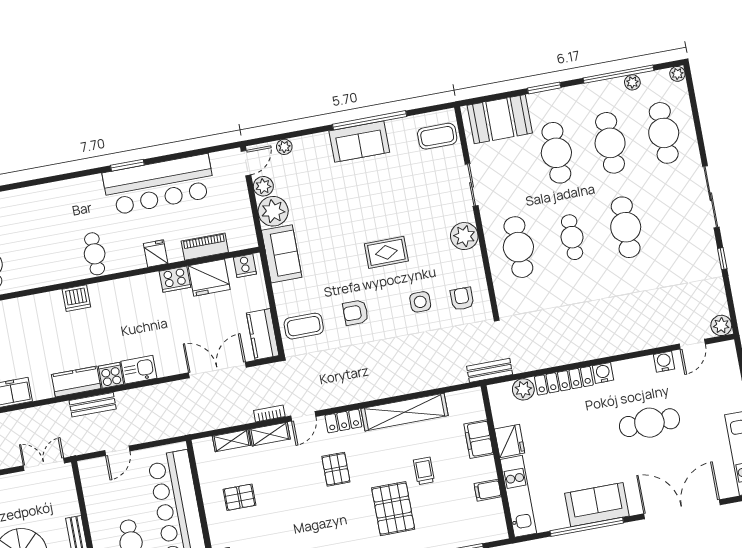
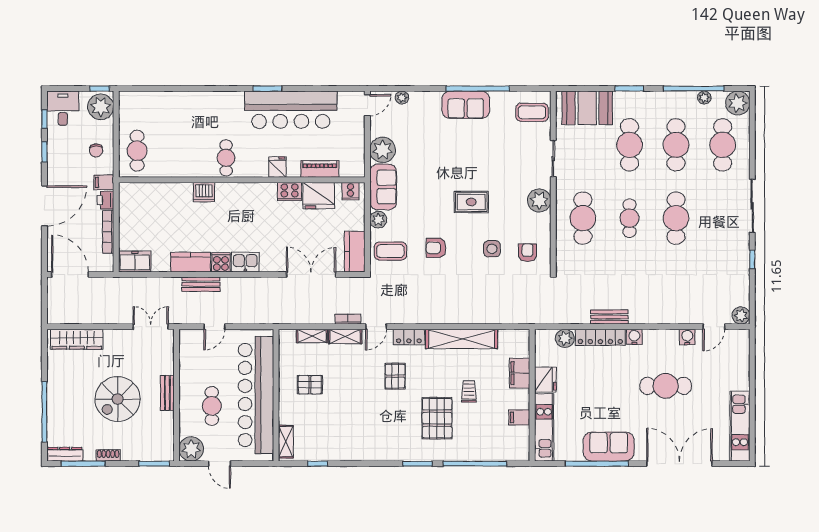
plant: (677, 74) -> (738, 103), width x1.87, depth x1.87
plant: (263, 186) -> (378, 220), moved
bench: (490, 370) -> (609, 317), moved

